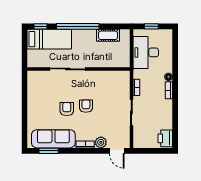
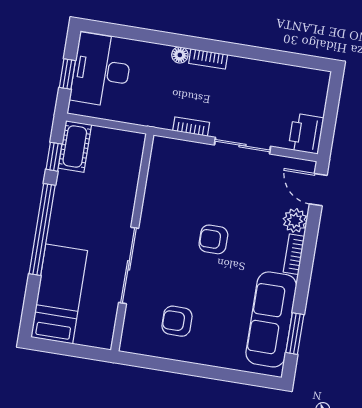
window: (41, 26) -> (54, 157), moved
cot: (108, 35) -> (75, 146), moved
desk: (146, 52) -> (101, 70), moved, turned 90
armchair: (67, 109) -> (177, 321), moved
printer: (165, 138) -> (306, 134), moved, turned 90
door: (117, 151) -> (318, 190), swing flipped

